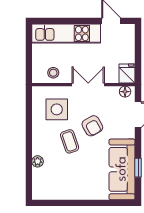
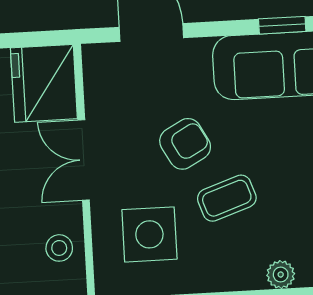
fridge: (127, 73) -> (44, 83), width x1.88, depth x1.34
floor lamp: (125, 92) -> (96, 68), removed

